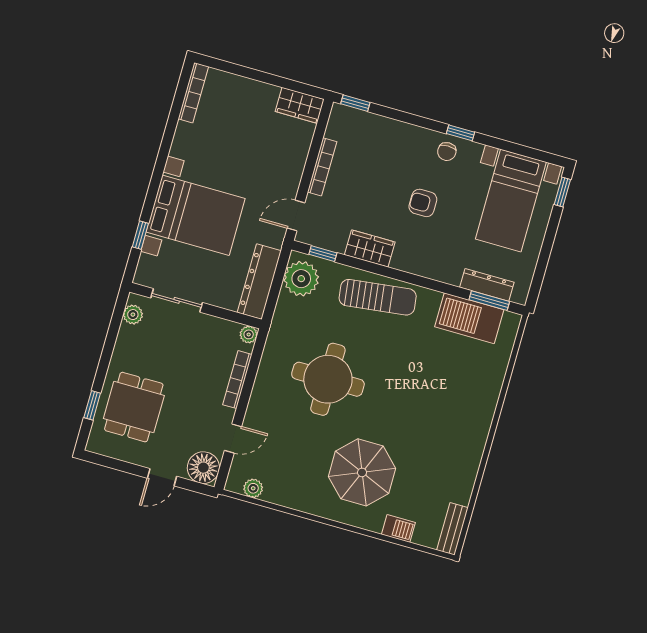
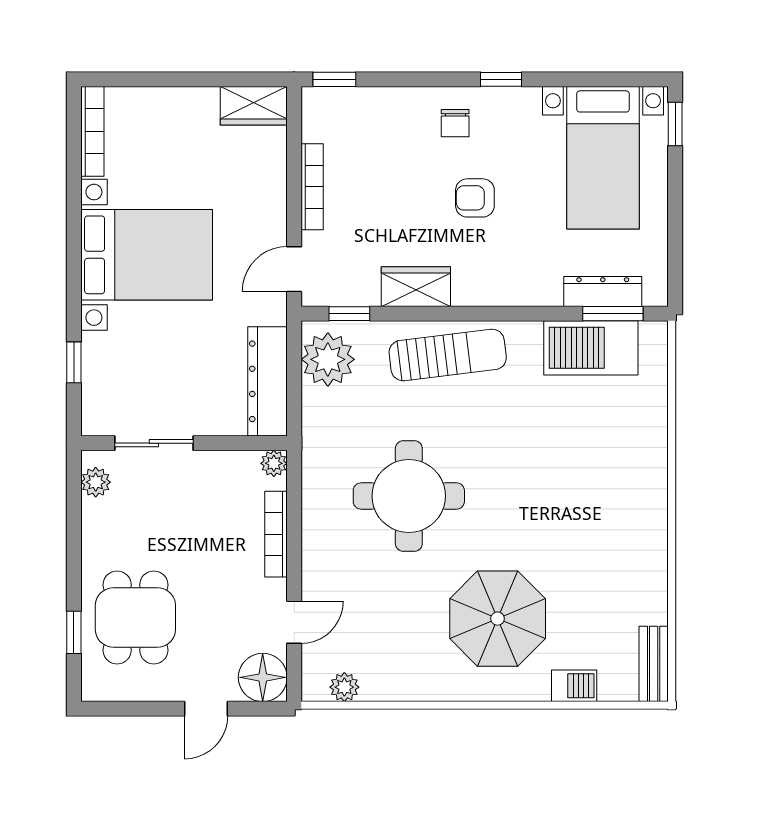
chair: (447, 152) -> (455, 123), moved
bed with nightstands: (196, 215) -> (147, 255), moved

